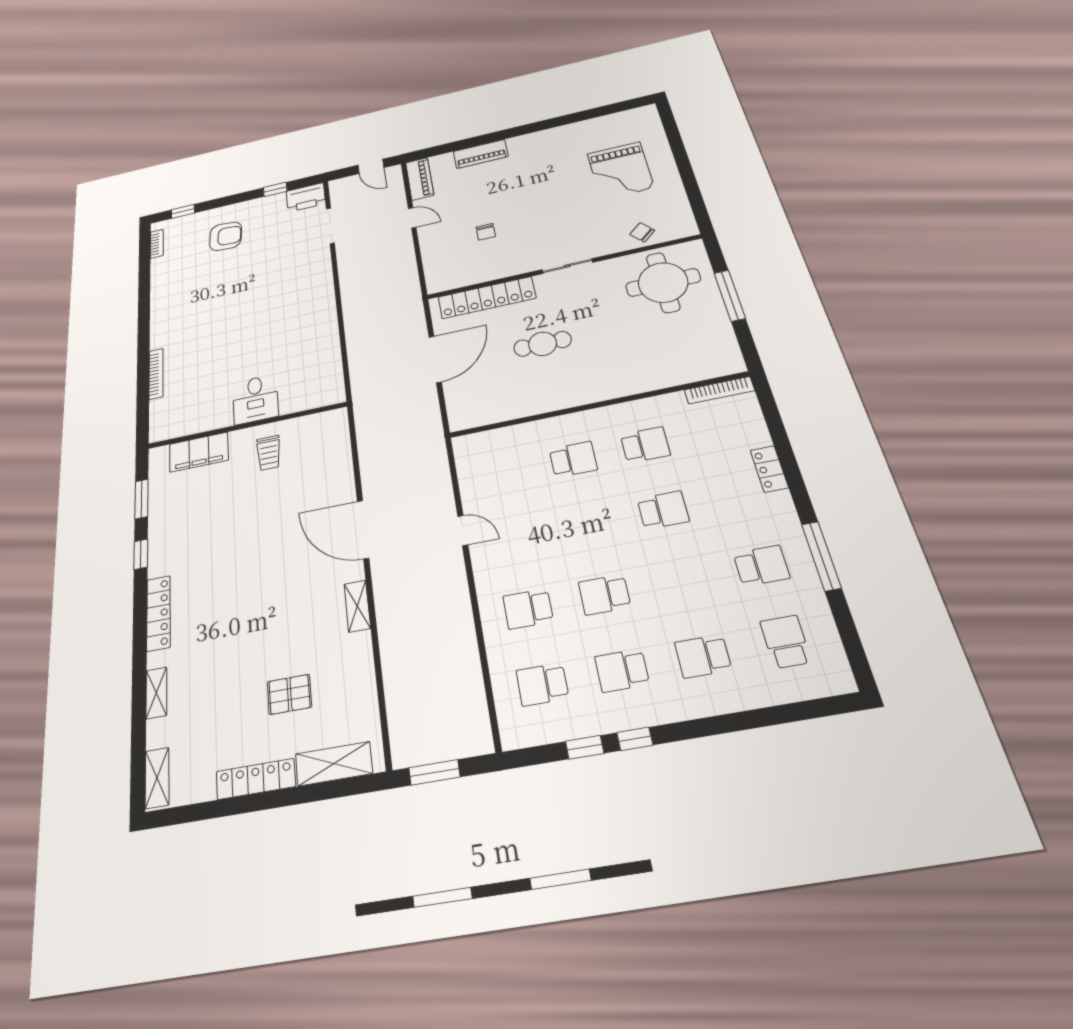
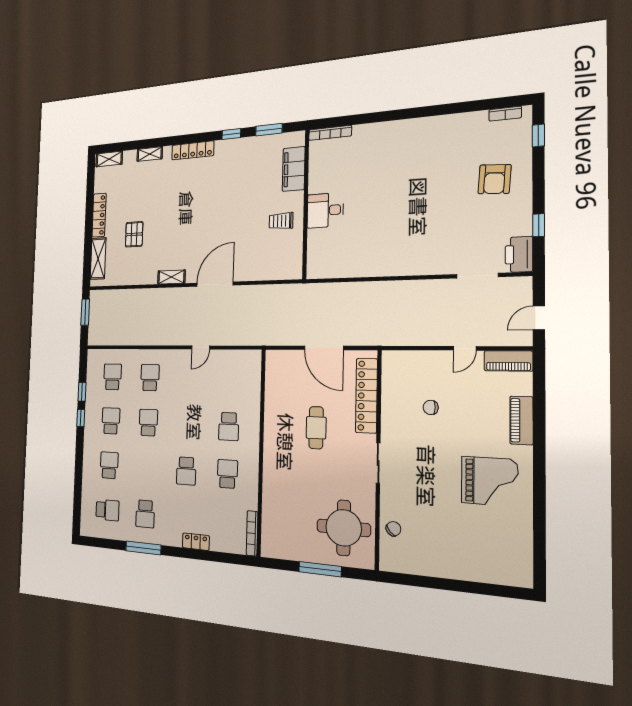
grand piano: (620, 171) -> (490, 481), moved, turned 180
bookcase: (156, 374) -> (330, 133), moved
school desk: (645, 445) -> (227, 474), turned 180

